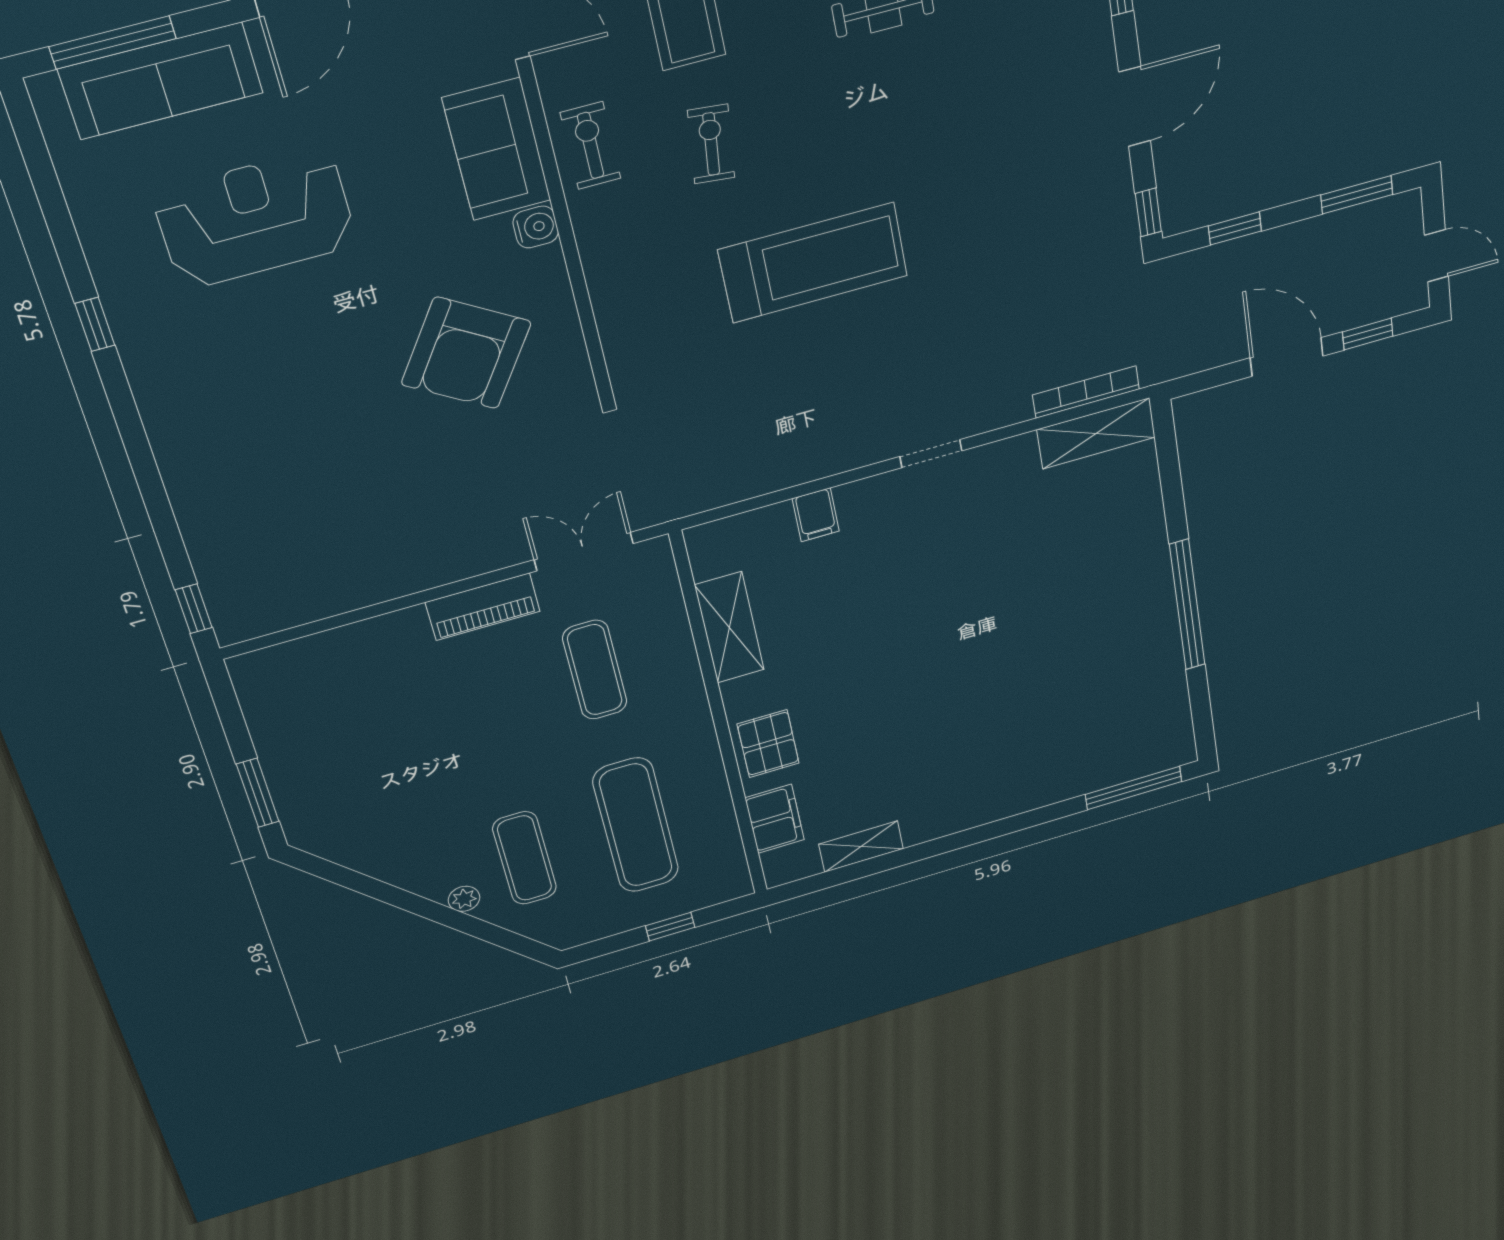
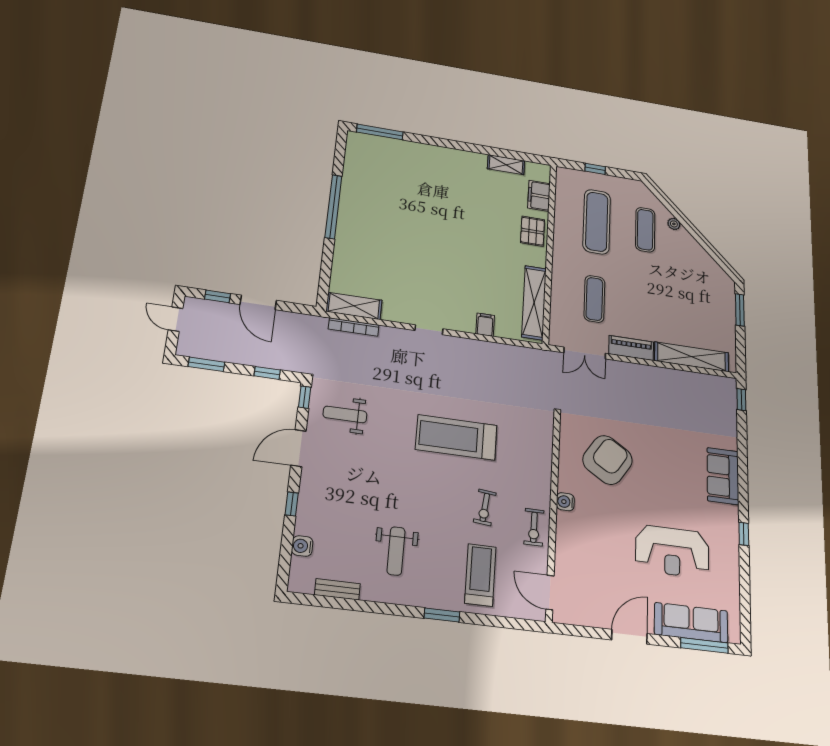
sofa: (497, 149) -> (723, 476), moved, turned 180
weight bench: (1058, 212) -> (345, 414), added
shelving: (729, 628) -> (534, 303), width x1.47
shelving: (339, 648) -> (692, 357), added

